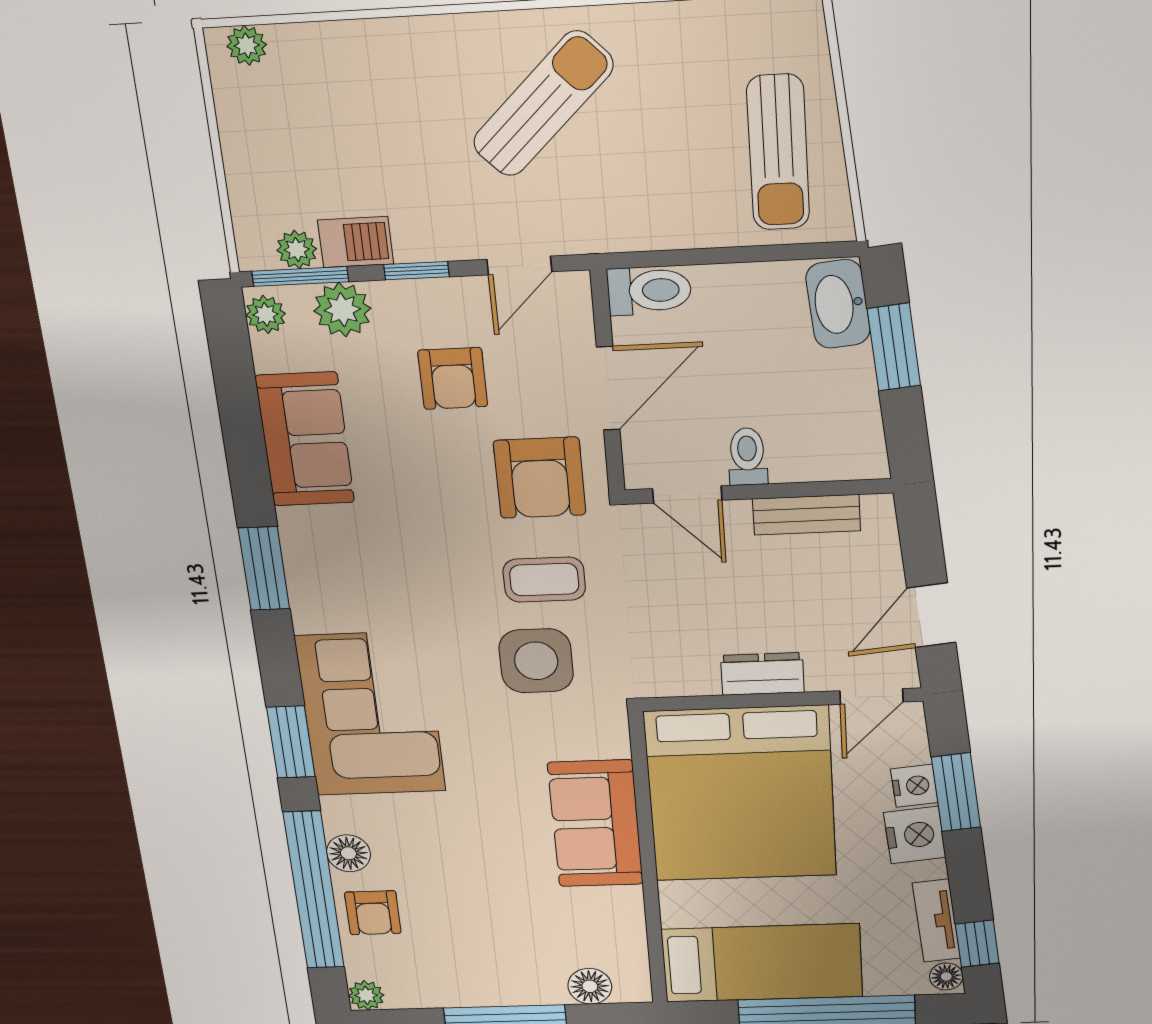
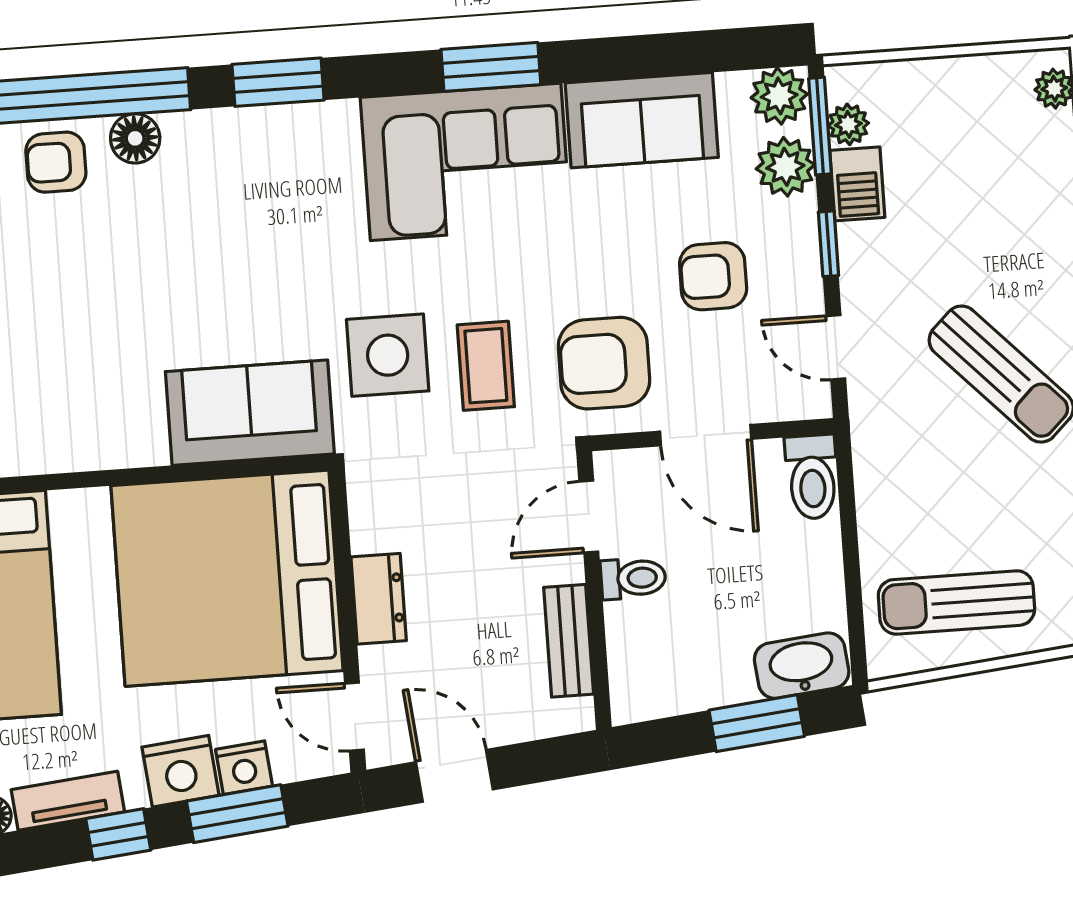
plant: (266, 314) -> (779, 96), width x1.38, depth x1.38
corner sofa: (371, 714) -> (466, 162), moved
sofa: (596, 824) -> (250, 413), moved
window: (977, 944) -> (118, 834), moved

